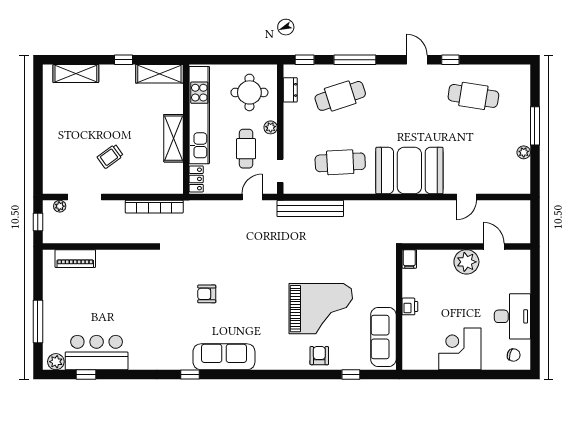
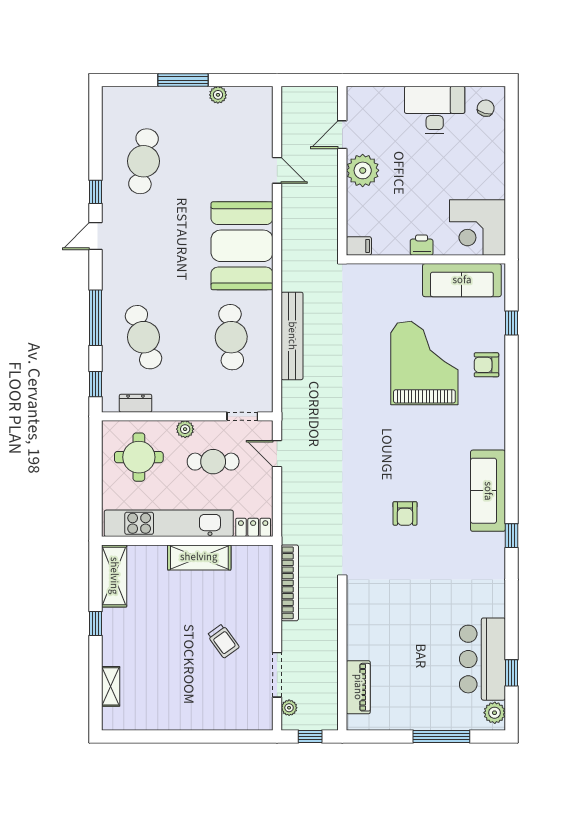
shelving: (76, 73) -> (111, 686), width x0.67, depth x0.75
bench: (310, 208) -> (292, 336), moved
corner desk: (460, 349) -> (478, 228), moved

